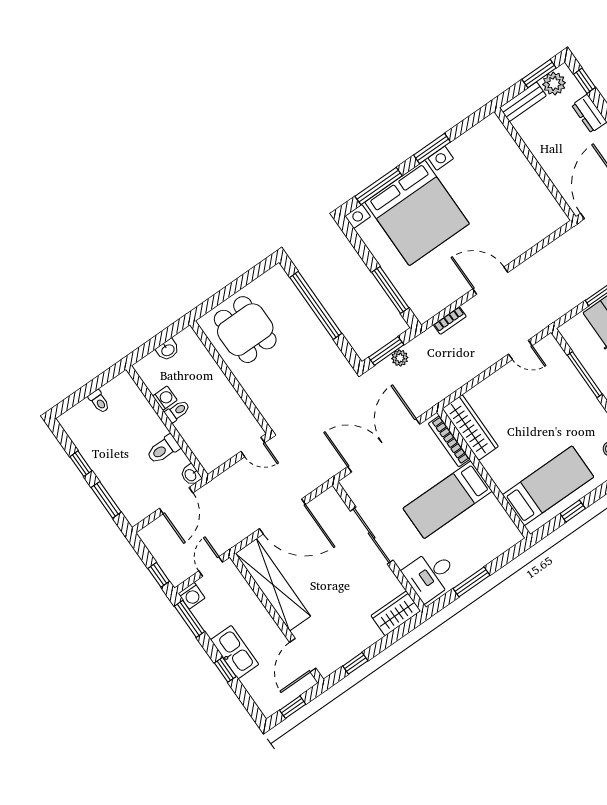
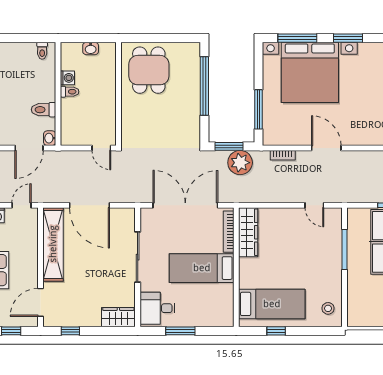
plant: (400, 358) -> (240, 163), width x1.88, depth x1.88
toilet: (99, 401) -> (42, 51), moved

